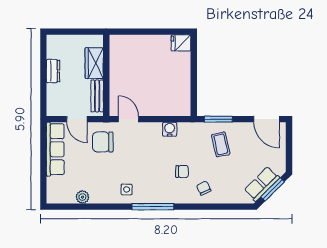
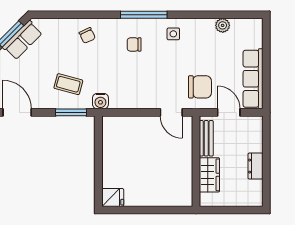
water cooler: (170, 129) -> (100, 101), moved
coffee table: (221, 144) -> (68, 84), turned -62
chair: (182, 171) -> (134, 44), moved

